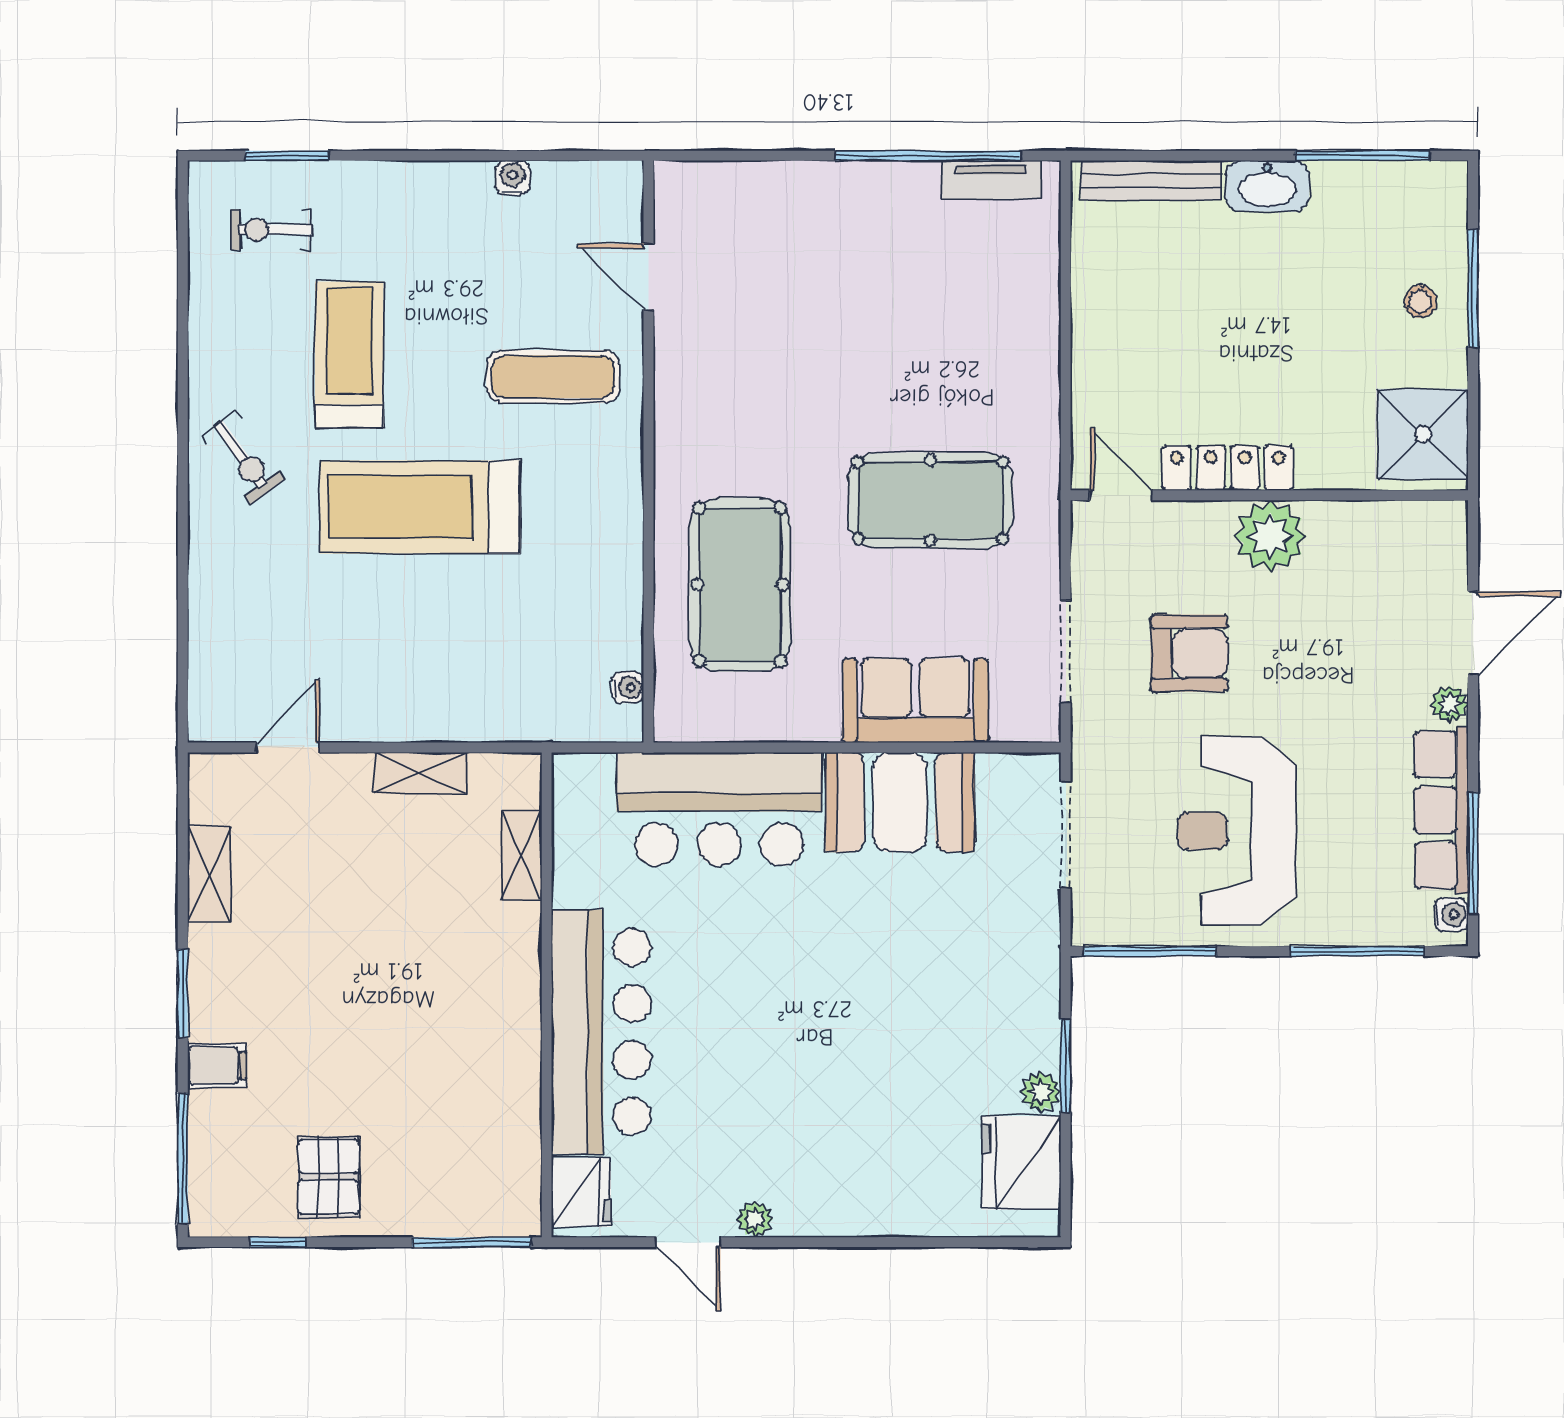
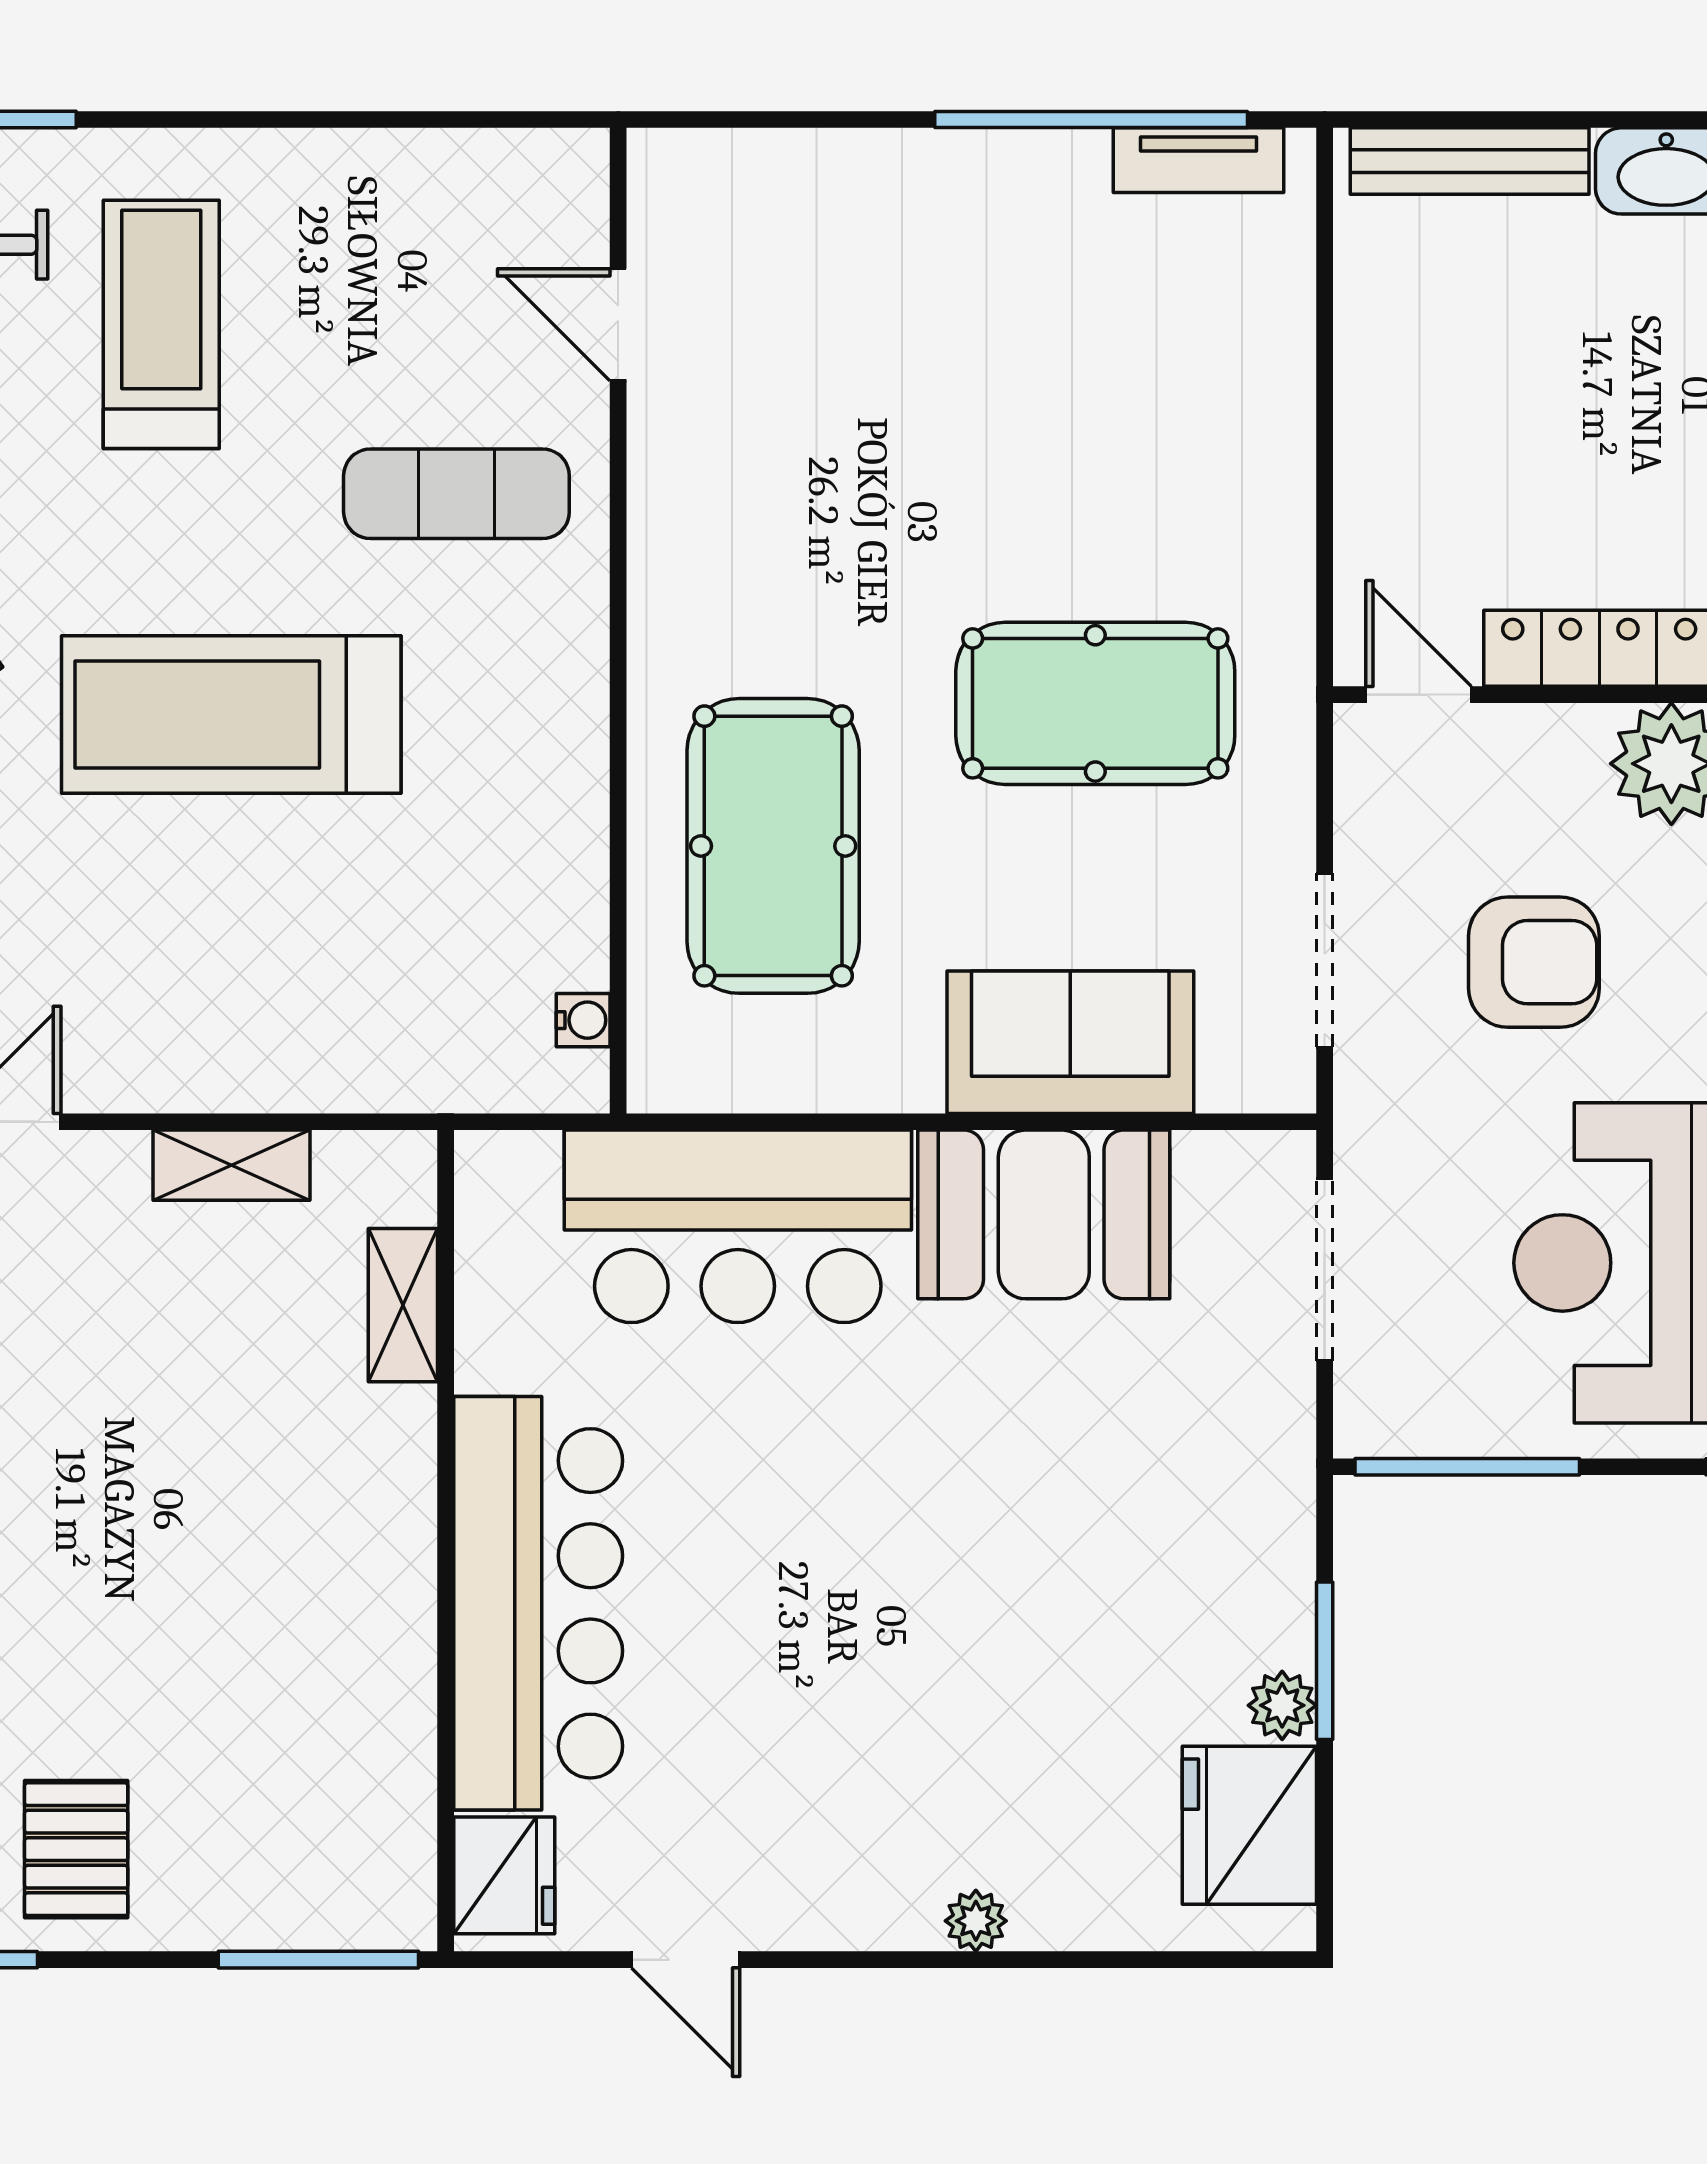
water cooler: (513, 178) -> (388, 157), removed
treadmill: (349, 355) -> (161, 324), moved
plant: (755, 1219) -> (976, 1921), moved

